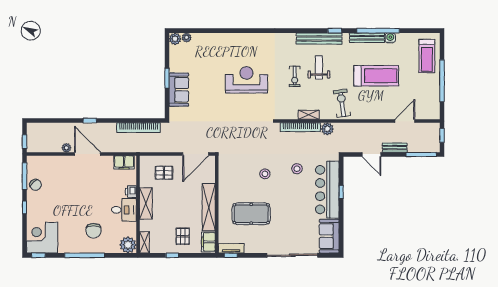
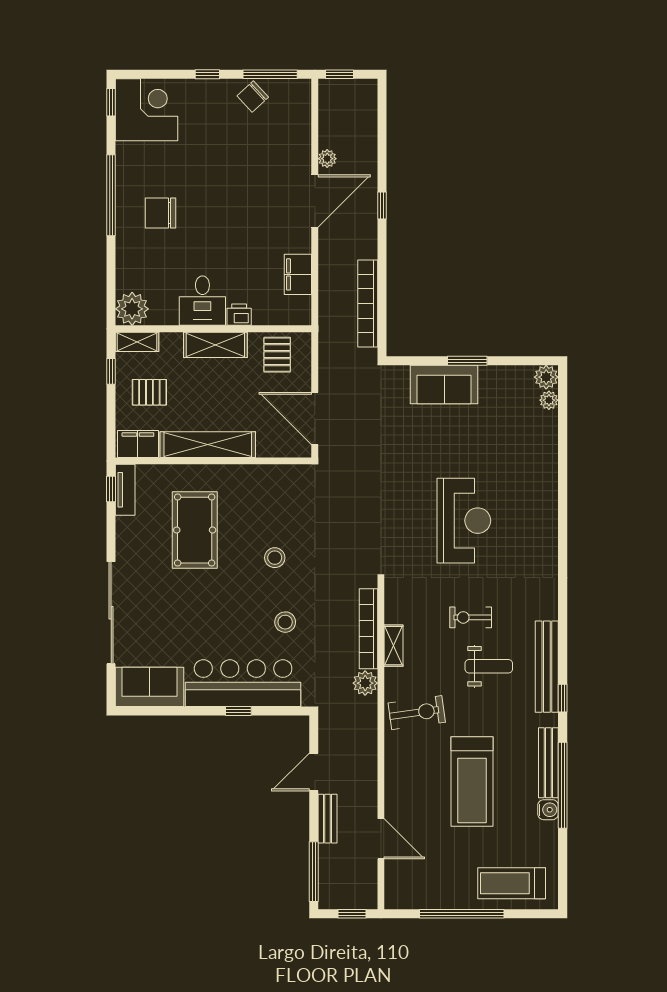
printer: (131, 192) -> (239, 315), moved
shelving: (146, 203) -> (215, 345), moved
wall: (138, 204) -> (213, 329), moved
desk: (124, 210) -> (202, 301), moved
shelving: (144, 242) -> (137, 342), moved
plant: (128, 245) -> (132, 309), moved

